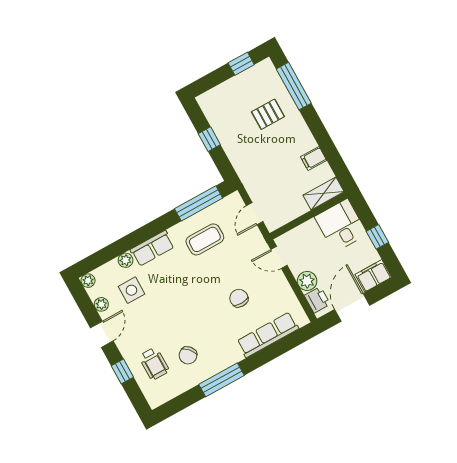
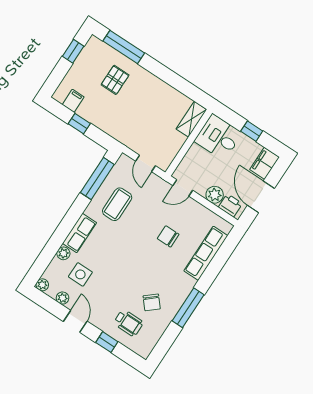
filing cabinet: (314, 158) -> (73, 101), moved, turned 180

